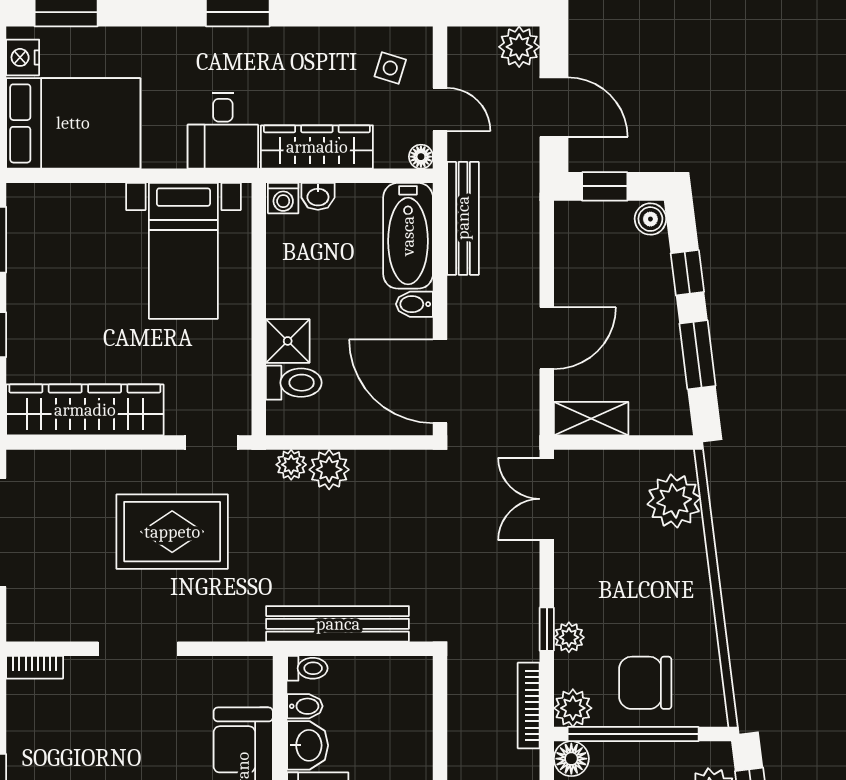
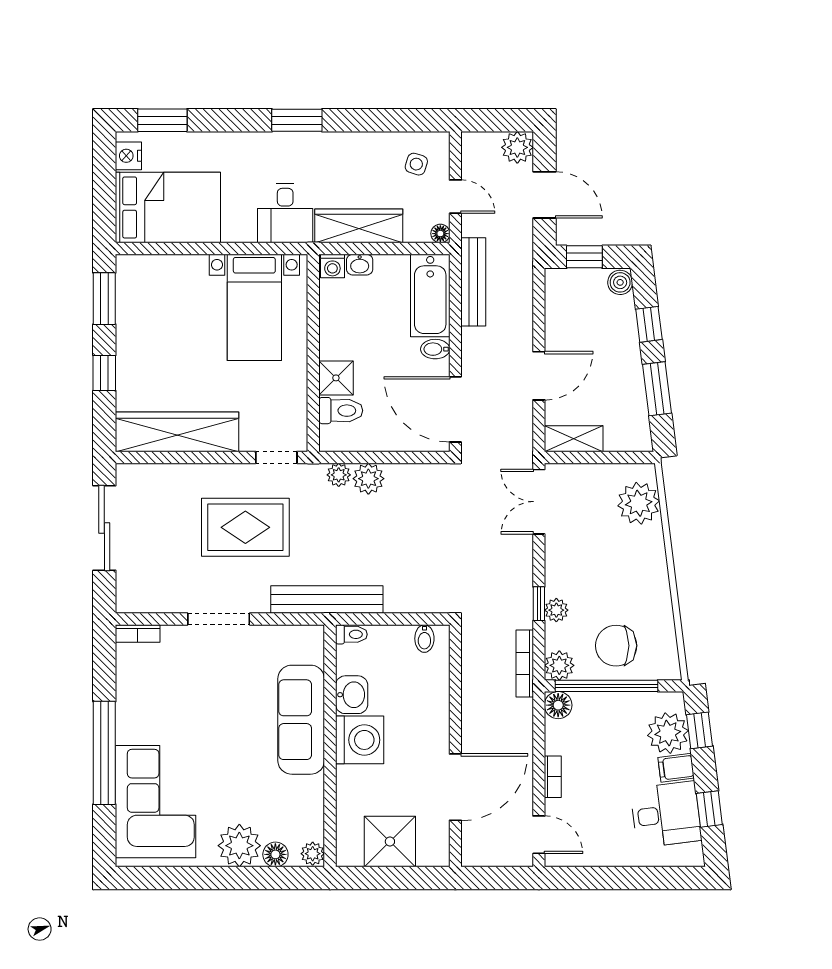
bench: (338, 624) -> (327, 600), moved
bidet: (305, 706) -> (424, 639), moved, turned 90

